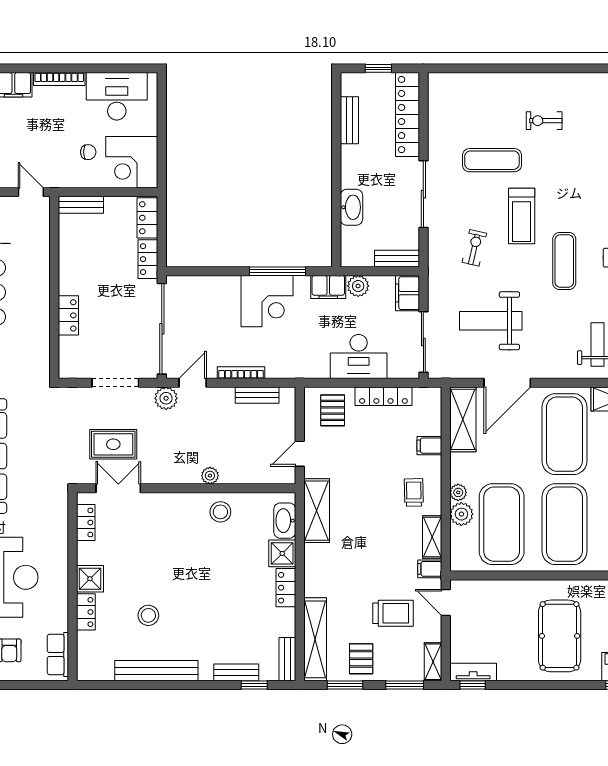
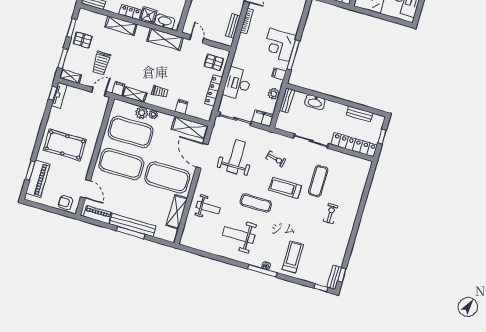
bench: (397, 259) -> (287, 100), moved
filing cabinet: (328, 287) -> (279, 74), width x0.50
shelving: (315, 639) -> (121, 26), moved, width x0.68

